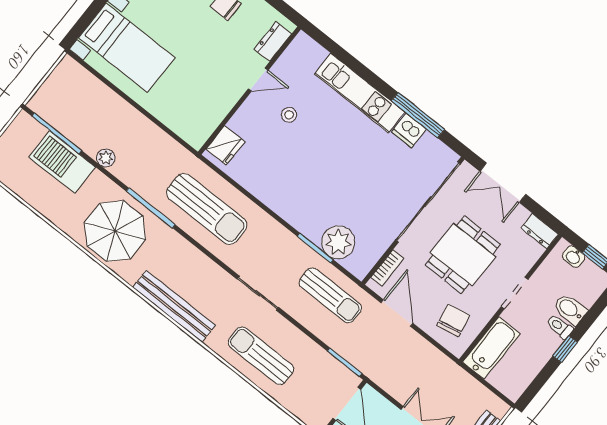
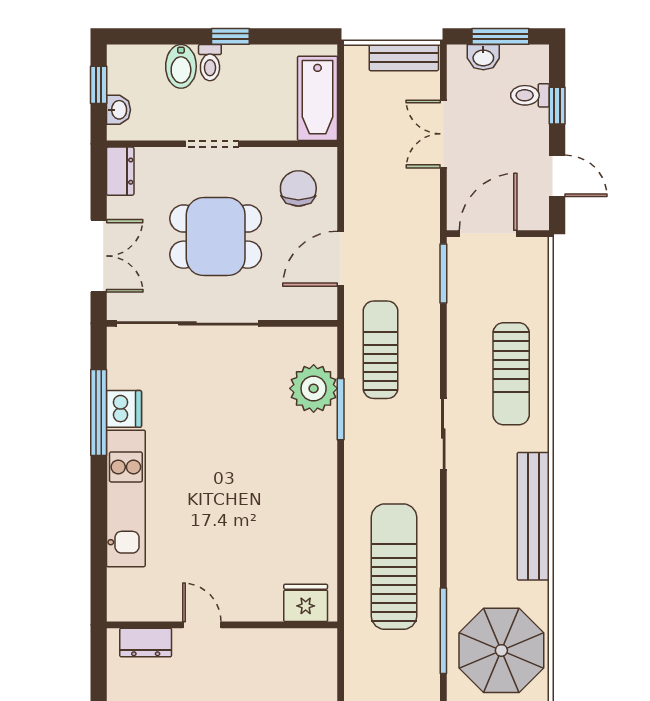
stool: (289, 115) -> (214, 558), removed
bookcase: (387, 268) -> (298, 310), removed
chair: (453, 320) -> (298, 188), turned 101
bathtub: (491, 348) -> (318, 98), moved, turned -90

